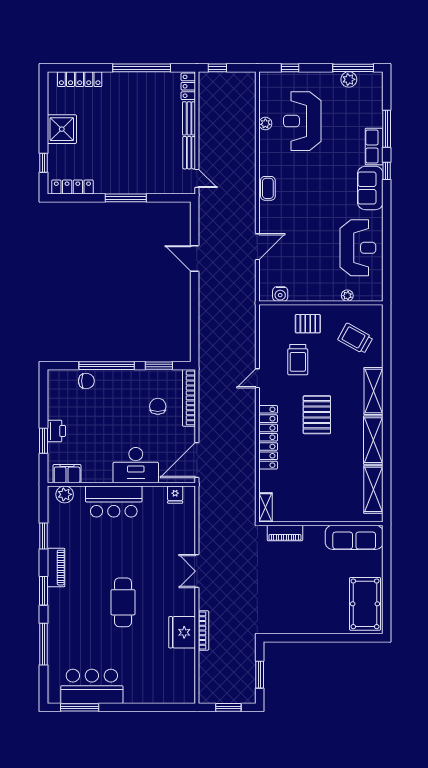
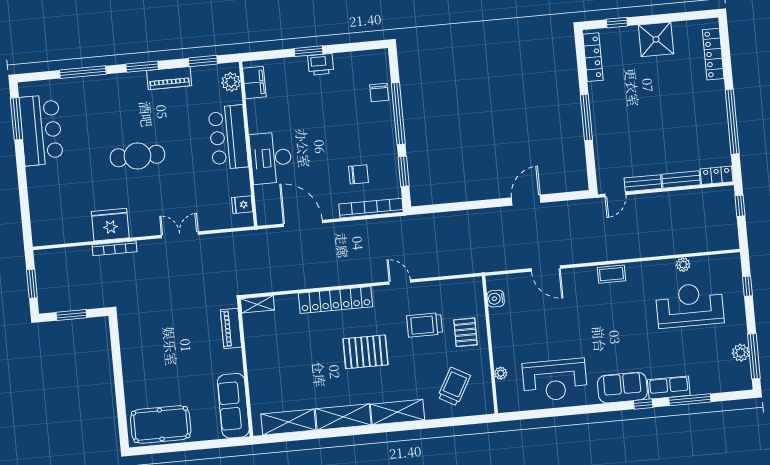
desk: (136, 465) -> (271, 158), moved
filing cabinet: (67, 474) -> (254, 83), moved
wall: (121, 484) -> (248, 144), moved
plant: (65, 494) -> (231, 82), moved
fridge: (175, 495) -> (242, 205), moved
bar counter: (114, 501) -> (228, 137), moved

